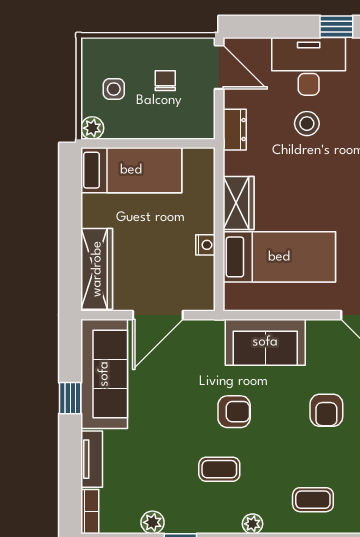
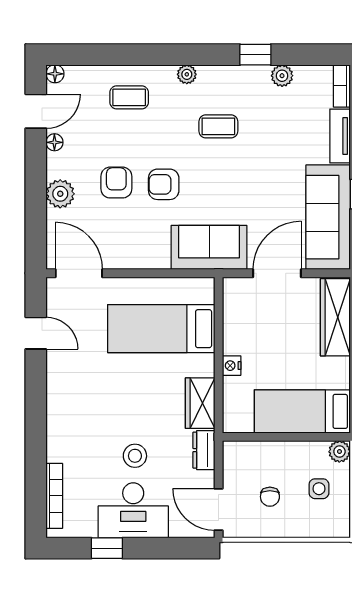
wardrobe: (239, 203) -> (200, 403), moved
nightstand: (205, 245) -> (232, 366), moved
sofa: (265, 342) -> (209, 247), moved
armchair: (234, 412) -> (164, 184), moved

